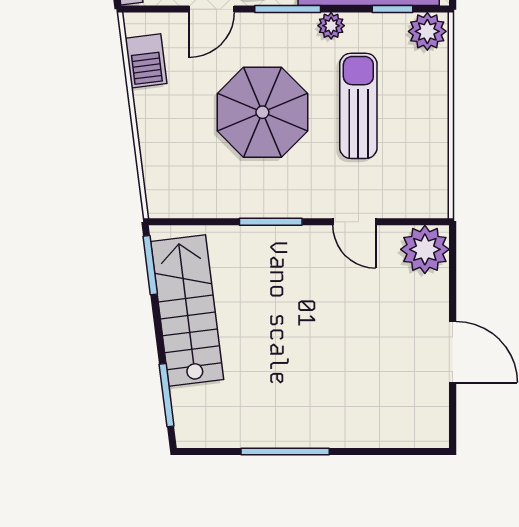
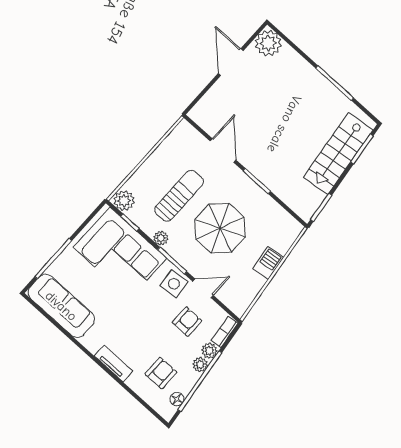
barbecue: (146, 61) -> (268, 263), moved
sun lounger: (358, 106) -> (179, 196), turned 180
door: (354, 222) -> (223, 151), width x1.38
plant: (425, 249) -> (268, 43), moved
stairs: (187, 311) -> (338, 154), moved

